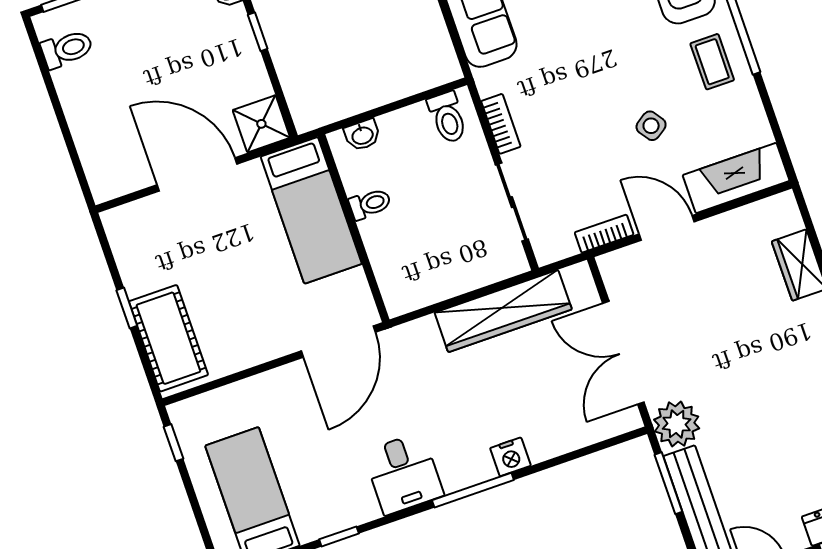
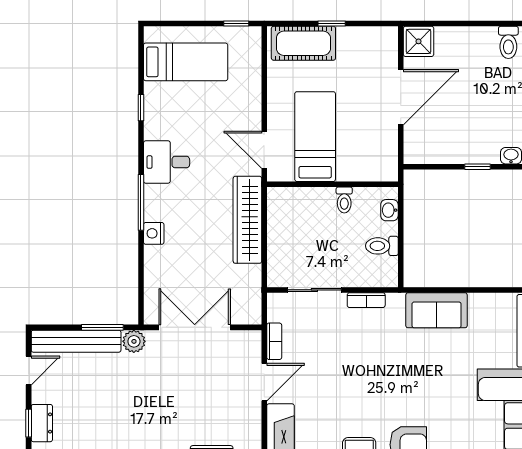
toilet: (448, 117) -> (382, 246), moved
shower: (261, 124) -> (419, 41), moved
side table: (651, 126) -> (332, 395), removed
bed: (311, 210) -> (315, 137), moved, turned 90
wardrobe: (503, 311) -> (247, 220), moved
door: (338, 342) -> (264, 150), width x0.73
plant: (677, 424) -> (134, 341), width x0.73, depth x0.73

